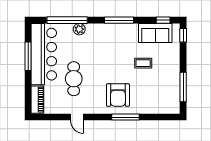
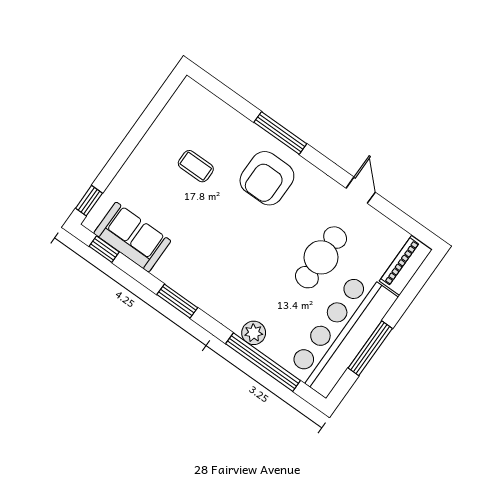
window: (119, 20) -> (177, 301), width x0.69
coffee table: (143, 63) -> (196, 166), moved
window: (183, 87) -> (150, 115), removed
armchair: (118, 95) -> (267, 178), turned 180

